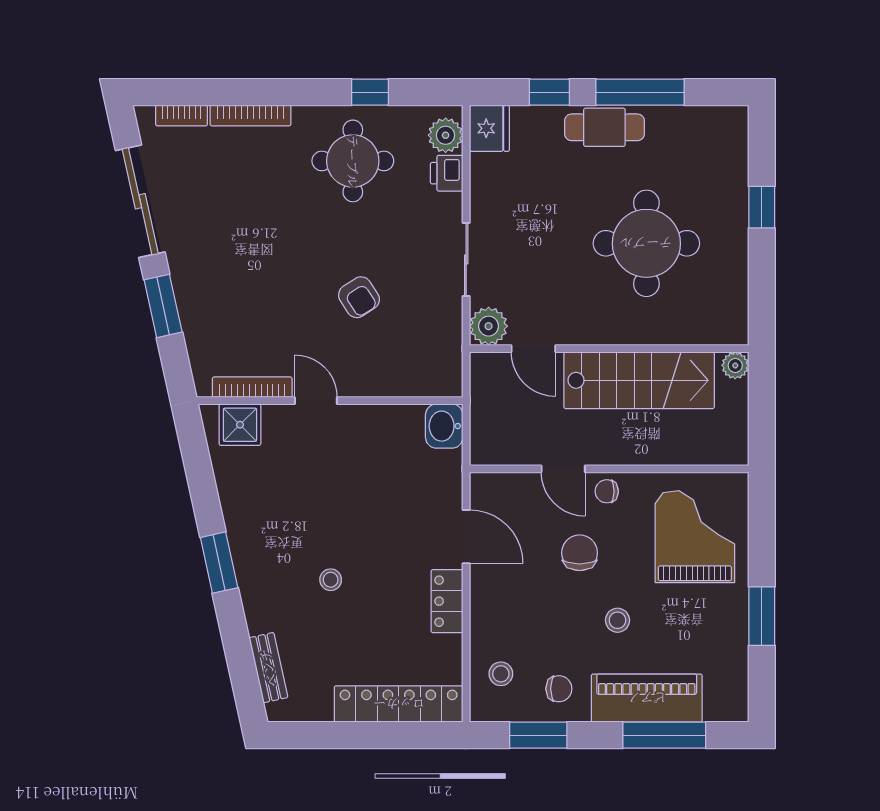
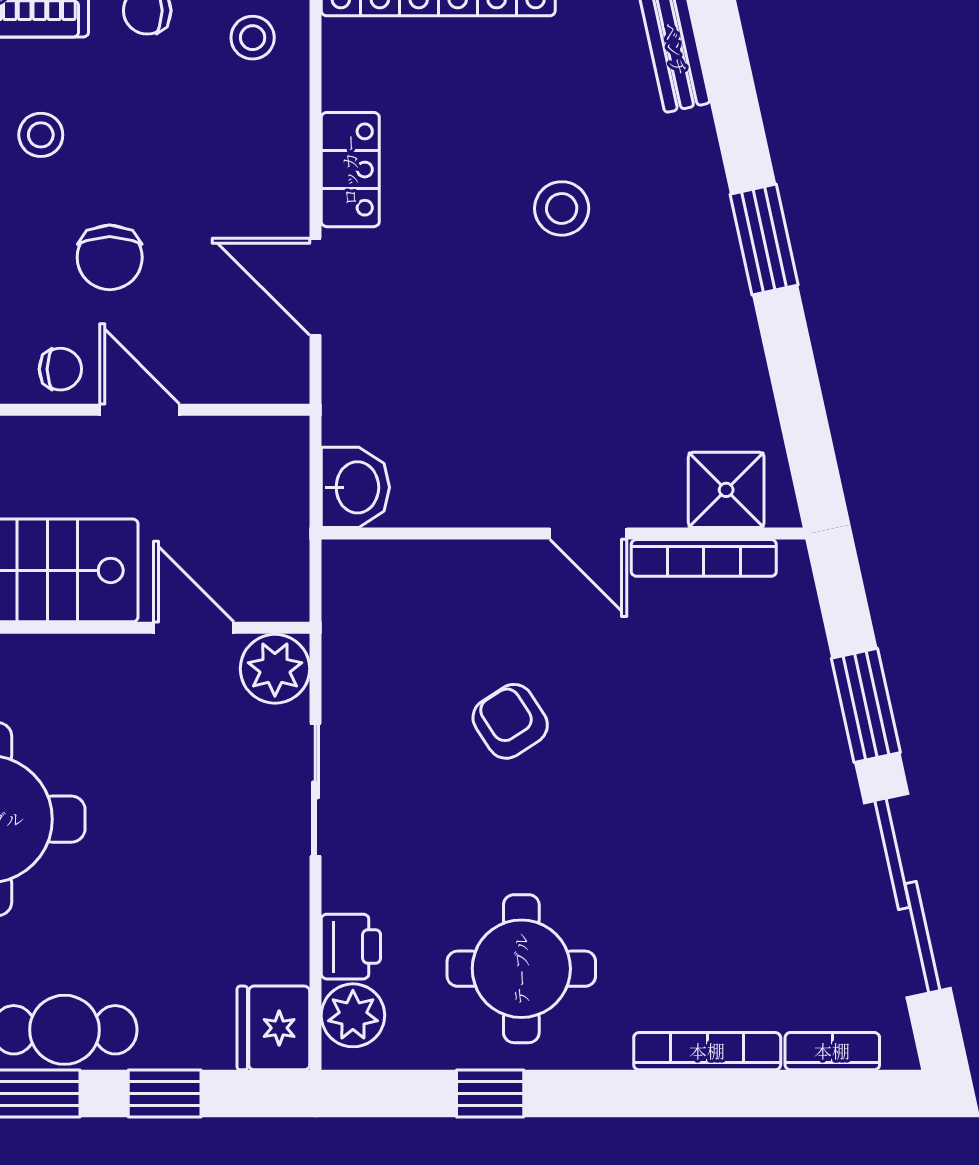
stool: (331, 580) -> (562, 208), width x1.37, depth x1.37

